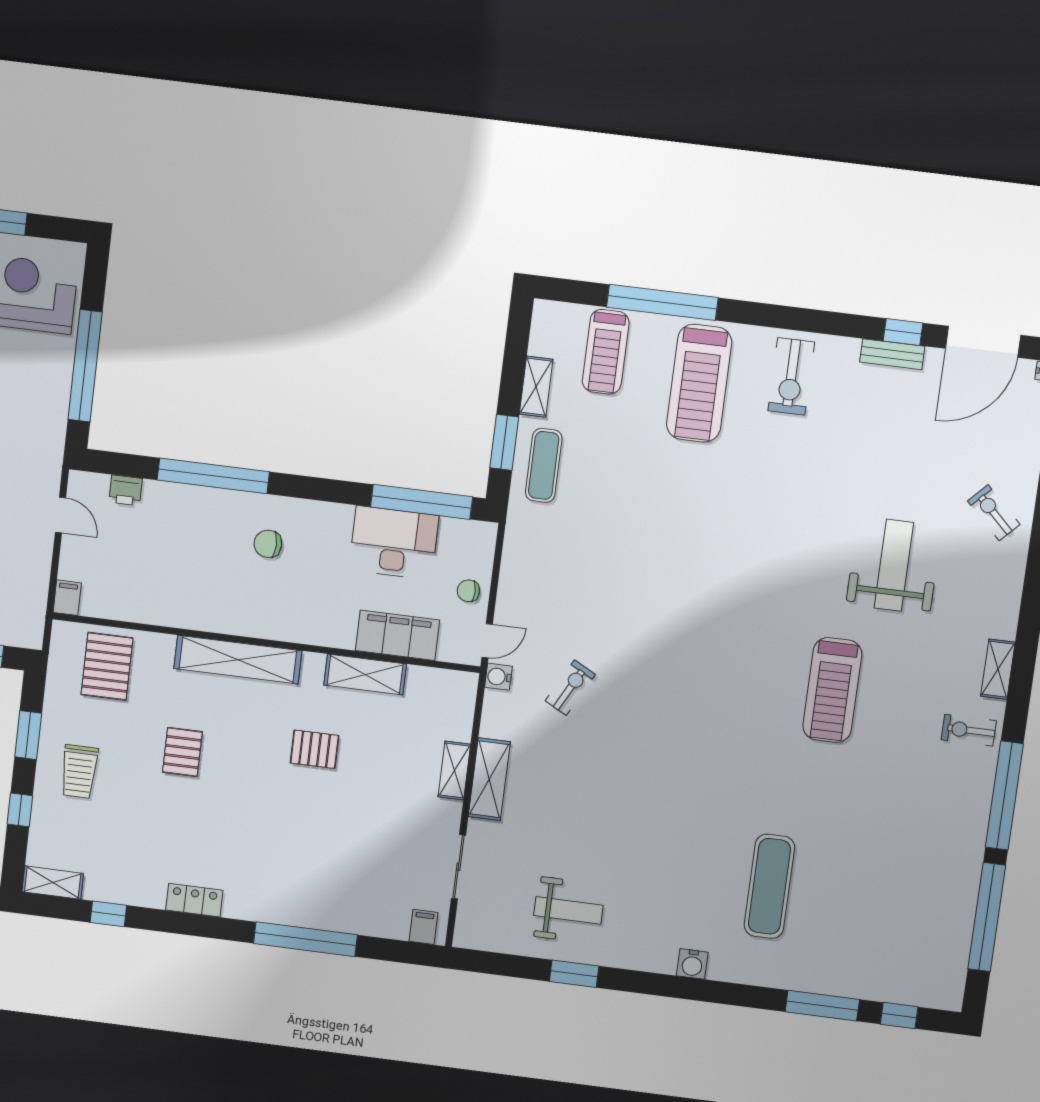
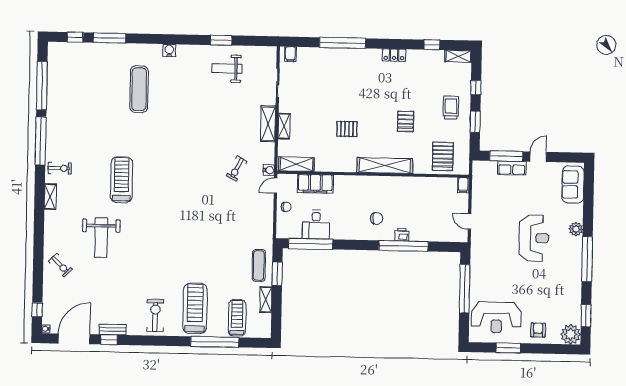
printer: (125, 490) -> (402, 235), moved
desk: (394, 543) -> (316, 225), width x0.73
shelving: (365, 675) -> (296, 164), moved

